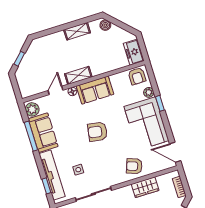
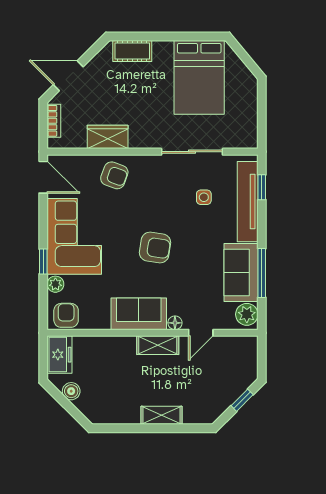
boiler: (105, 25) -> (71, 391), moved
shelving: (77, 31) -> (161, 415), moved

